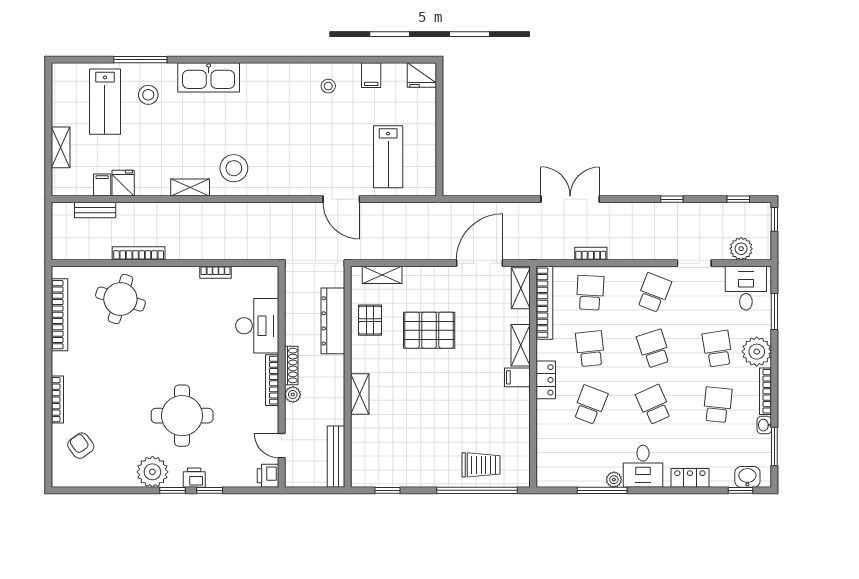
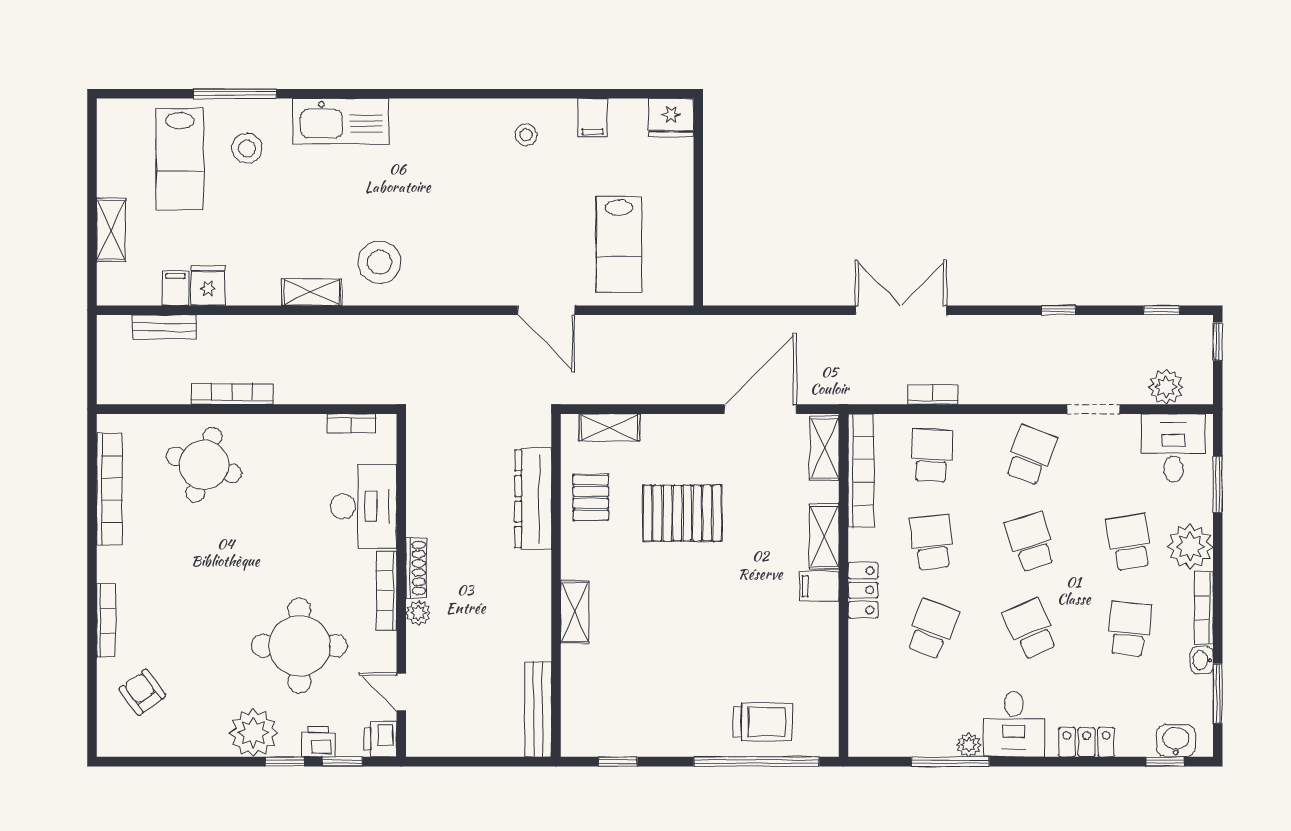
desk: (257, 326) -> (363, 506), moved
shoe rack: (291, 365) -> (416, 568), moved
wall: (282, 377) -> (401, 585), moved
bookcase: (272, 380) -> (387, 591), moved
plant: (293, 395) -> (418, 613), moved
door: (282, 446) -> (401, 692), moved
printer: (268, 476) -> (380, 739), moved

